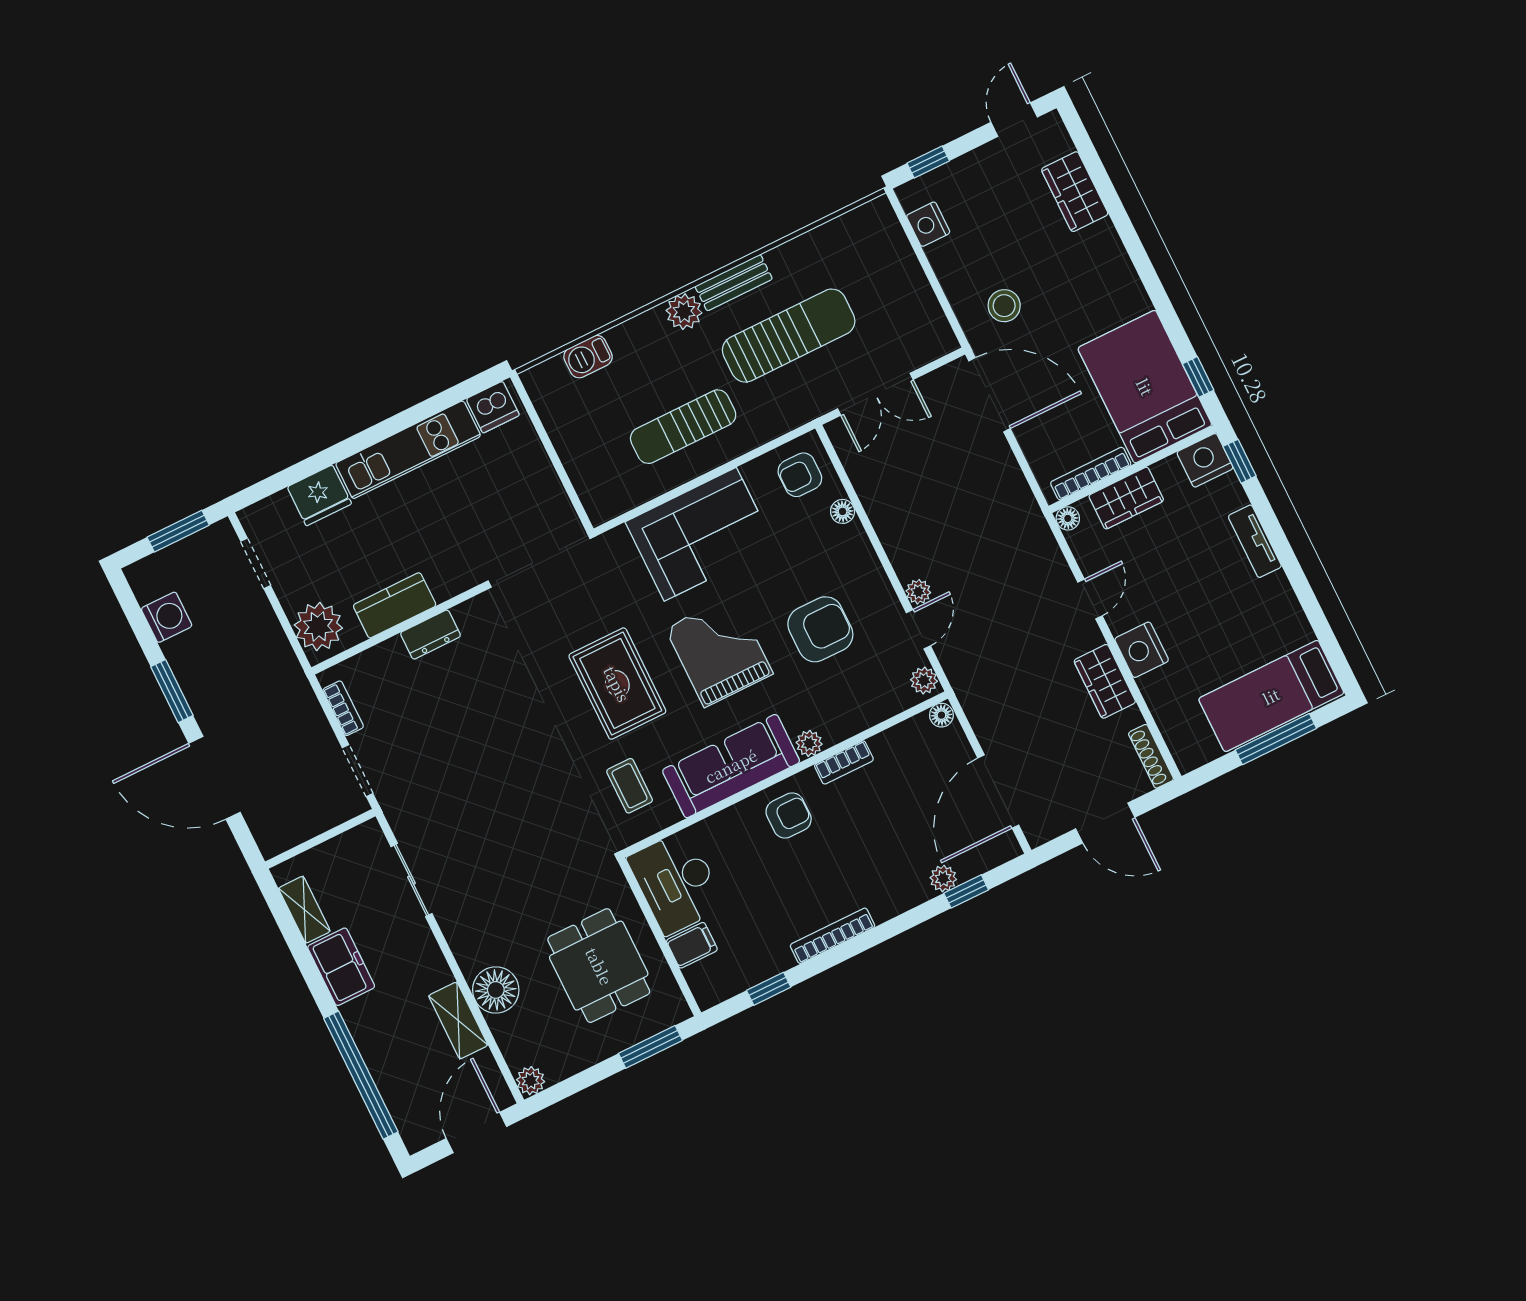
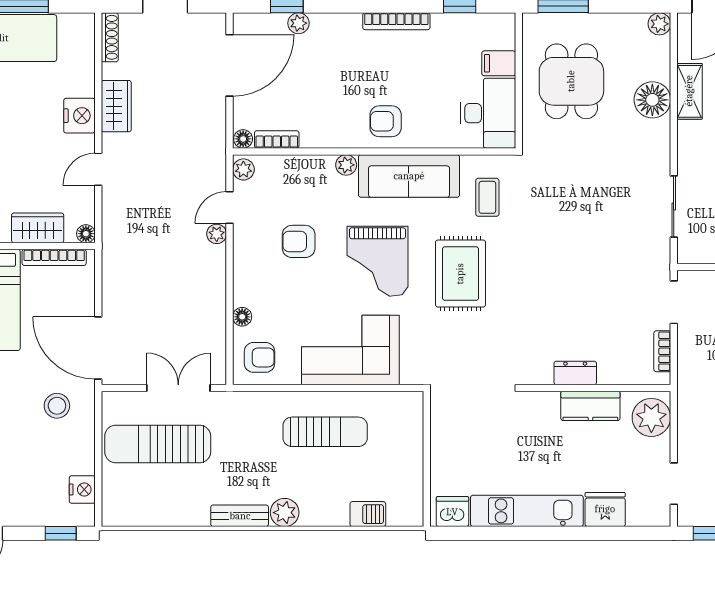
sun lounger: (789, 336) -> (158, 444), moved
armchair: (820, 629) -> (299, 241), width x0.72, depth x0.72
bookcase: (844, 762) -> (277, 139), moved

